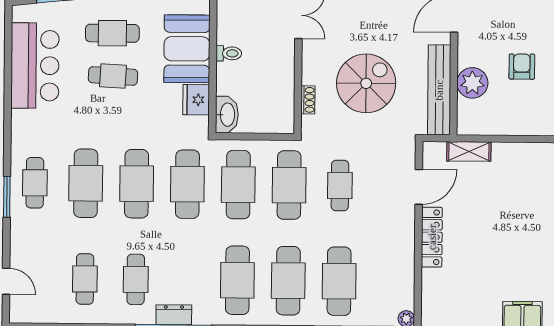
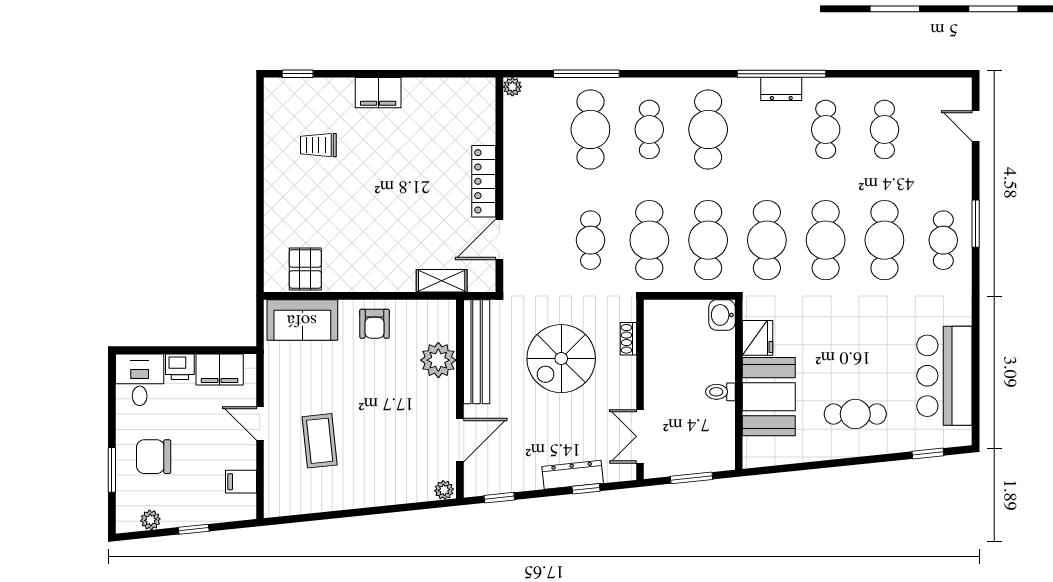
armchair: (522, 67) -> (375, 324), moved
cafe table: (113, 76) -> (854, 364), removed
washbasin: (227, 115) -> (722, 315), width x0.72
cafe table: (288, 281) -> (649, 129), width x0.73, depth x0.74

